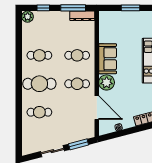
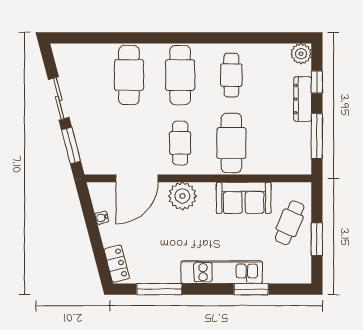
dresser: (82, 16) -> (303, 99), moved
cafe table: (121, 23) -> (290, 223), added
cafe table: (77, 55) -> (231, 143), width x1.37, depth x1.35
sofa: (108, 59) -> (244, 198), moved
cafe table: (39, 112) -> (129, 75), width x1.37, depth x1.35

